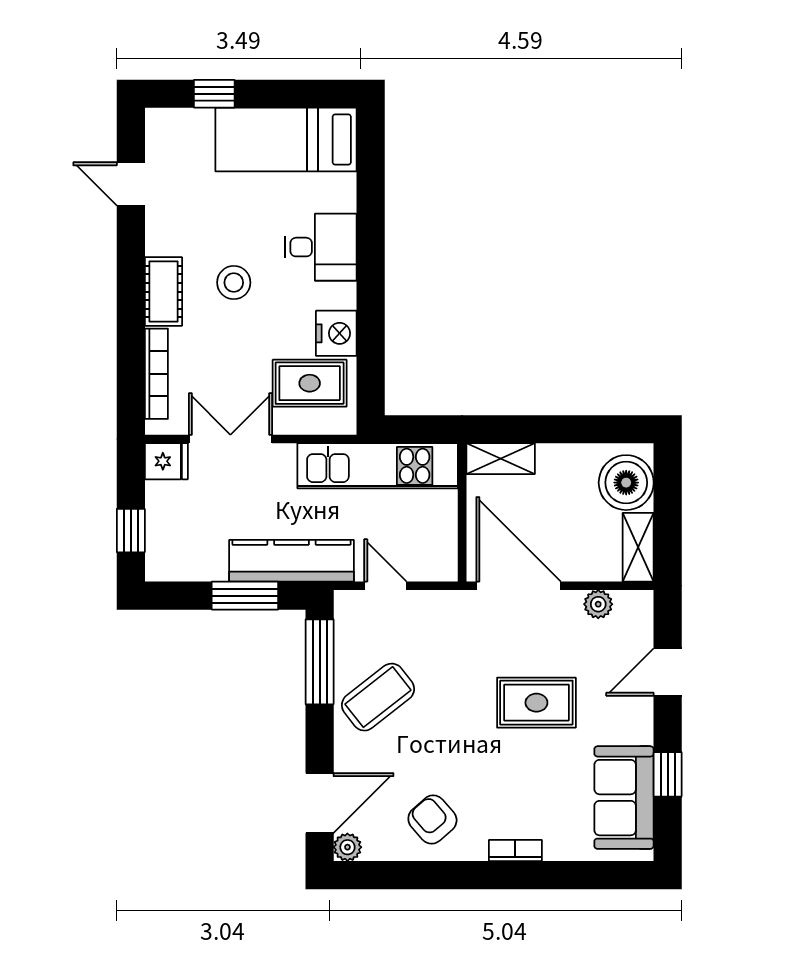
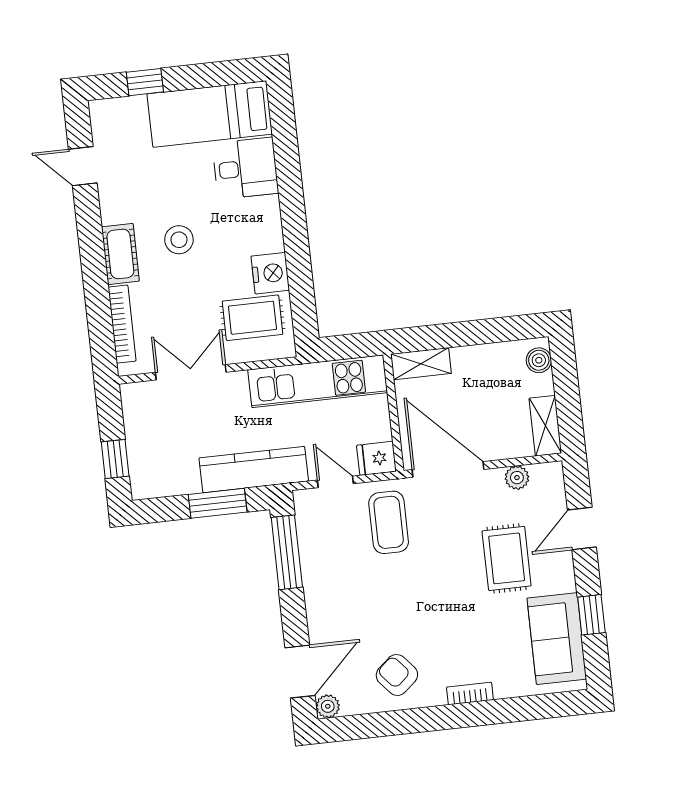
desk: (321, 247) -> (245, 168), moved
fridge: (166, 461) -> (376, 458), moved, turned 180
boiler: (626, 483) -> (539, 360), width x0.54, depth x0.54
coffee table: (378, 697) -> (389, 522), moved, turned -52
rug: (536, 703) -> (507, 558), moved, turned 90

